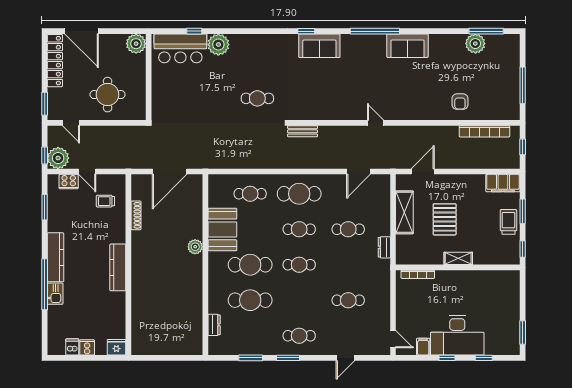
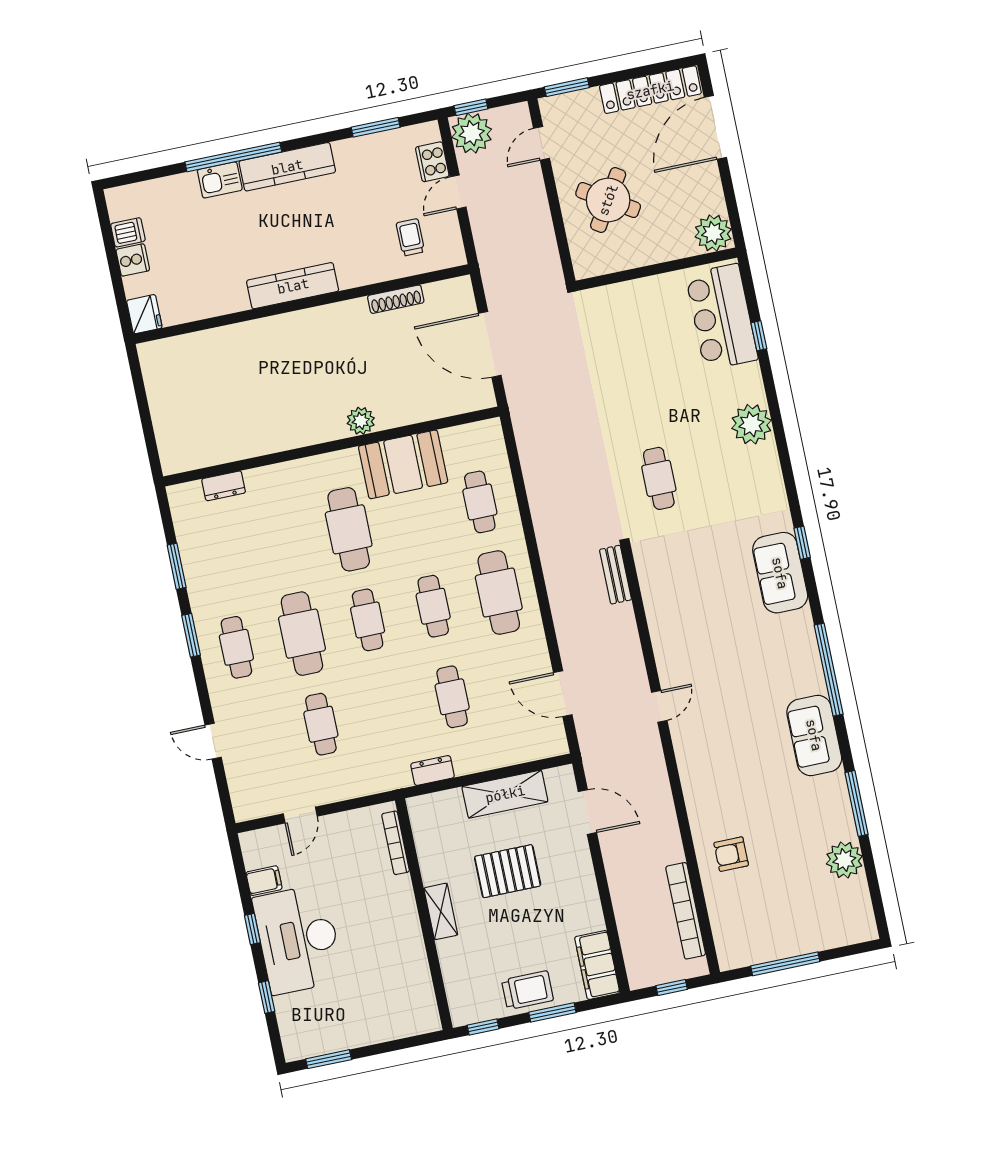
window: (486, 31) -> (857, 803), moved
plant: (218, 45) -> (751, 424), moved
round table: (108, 95) -> (608, 200), turned 32
cafe table: (250, 300) -> (302, 634), moved
door: (393, 339) -> (300, 815), moved

